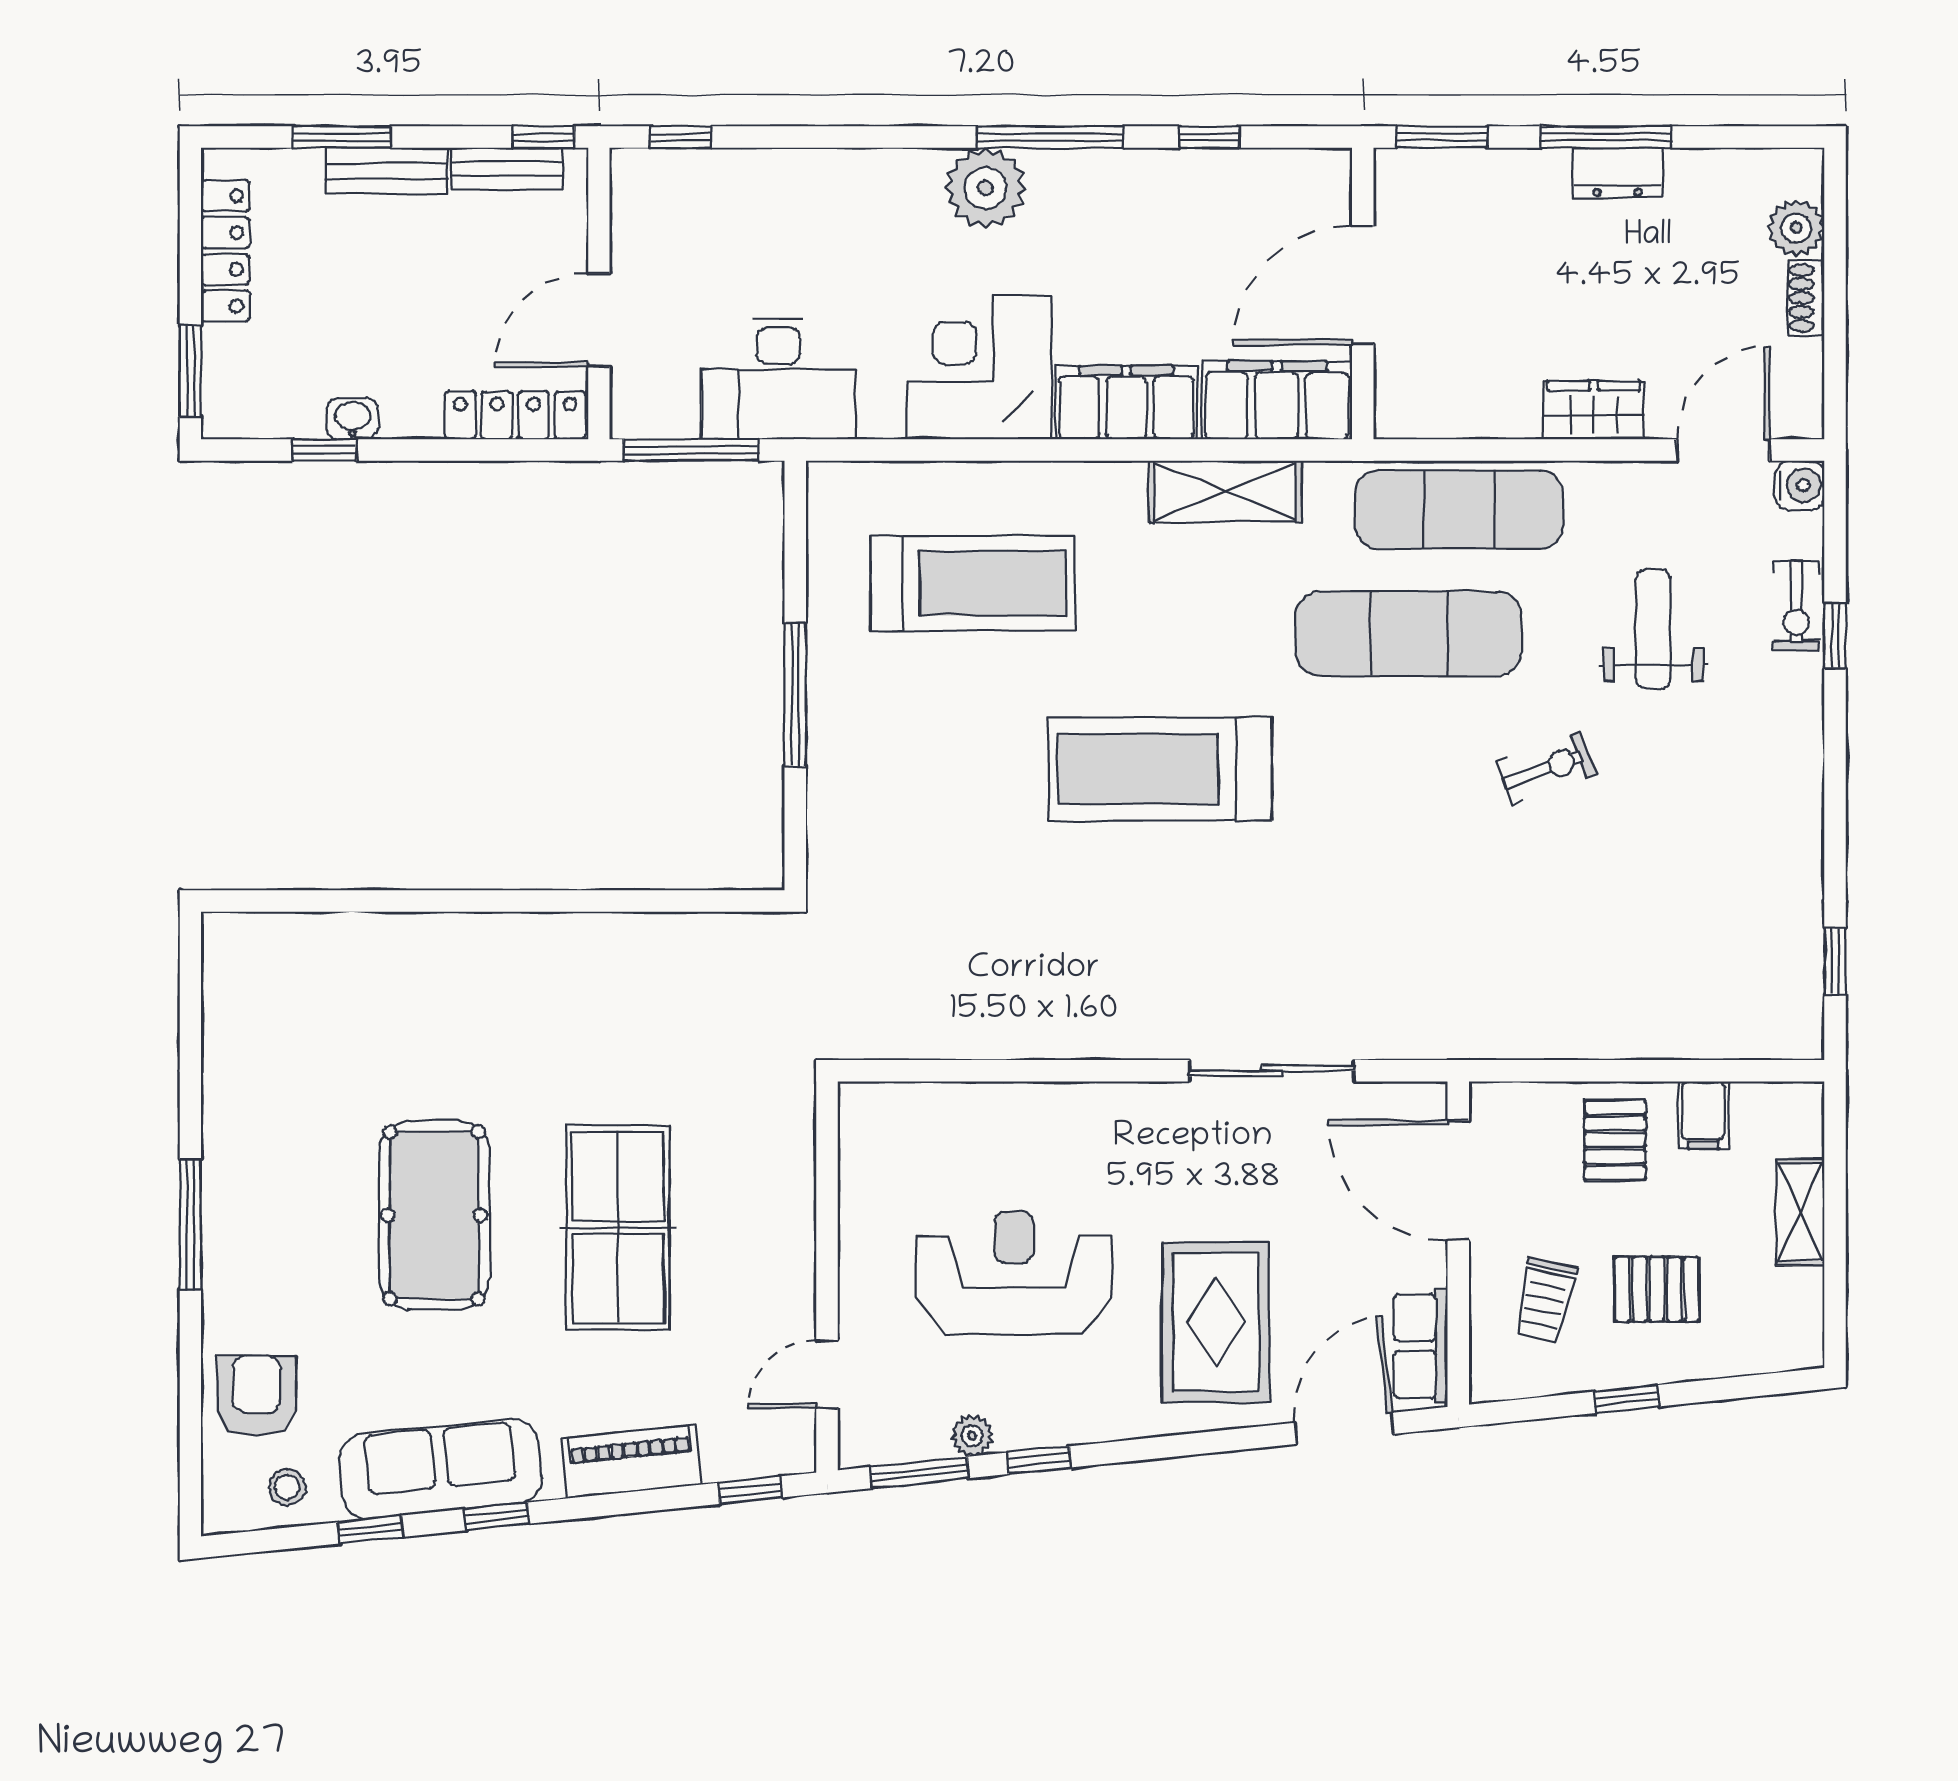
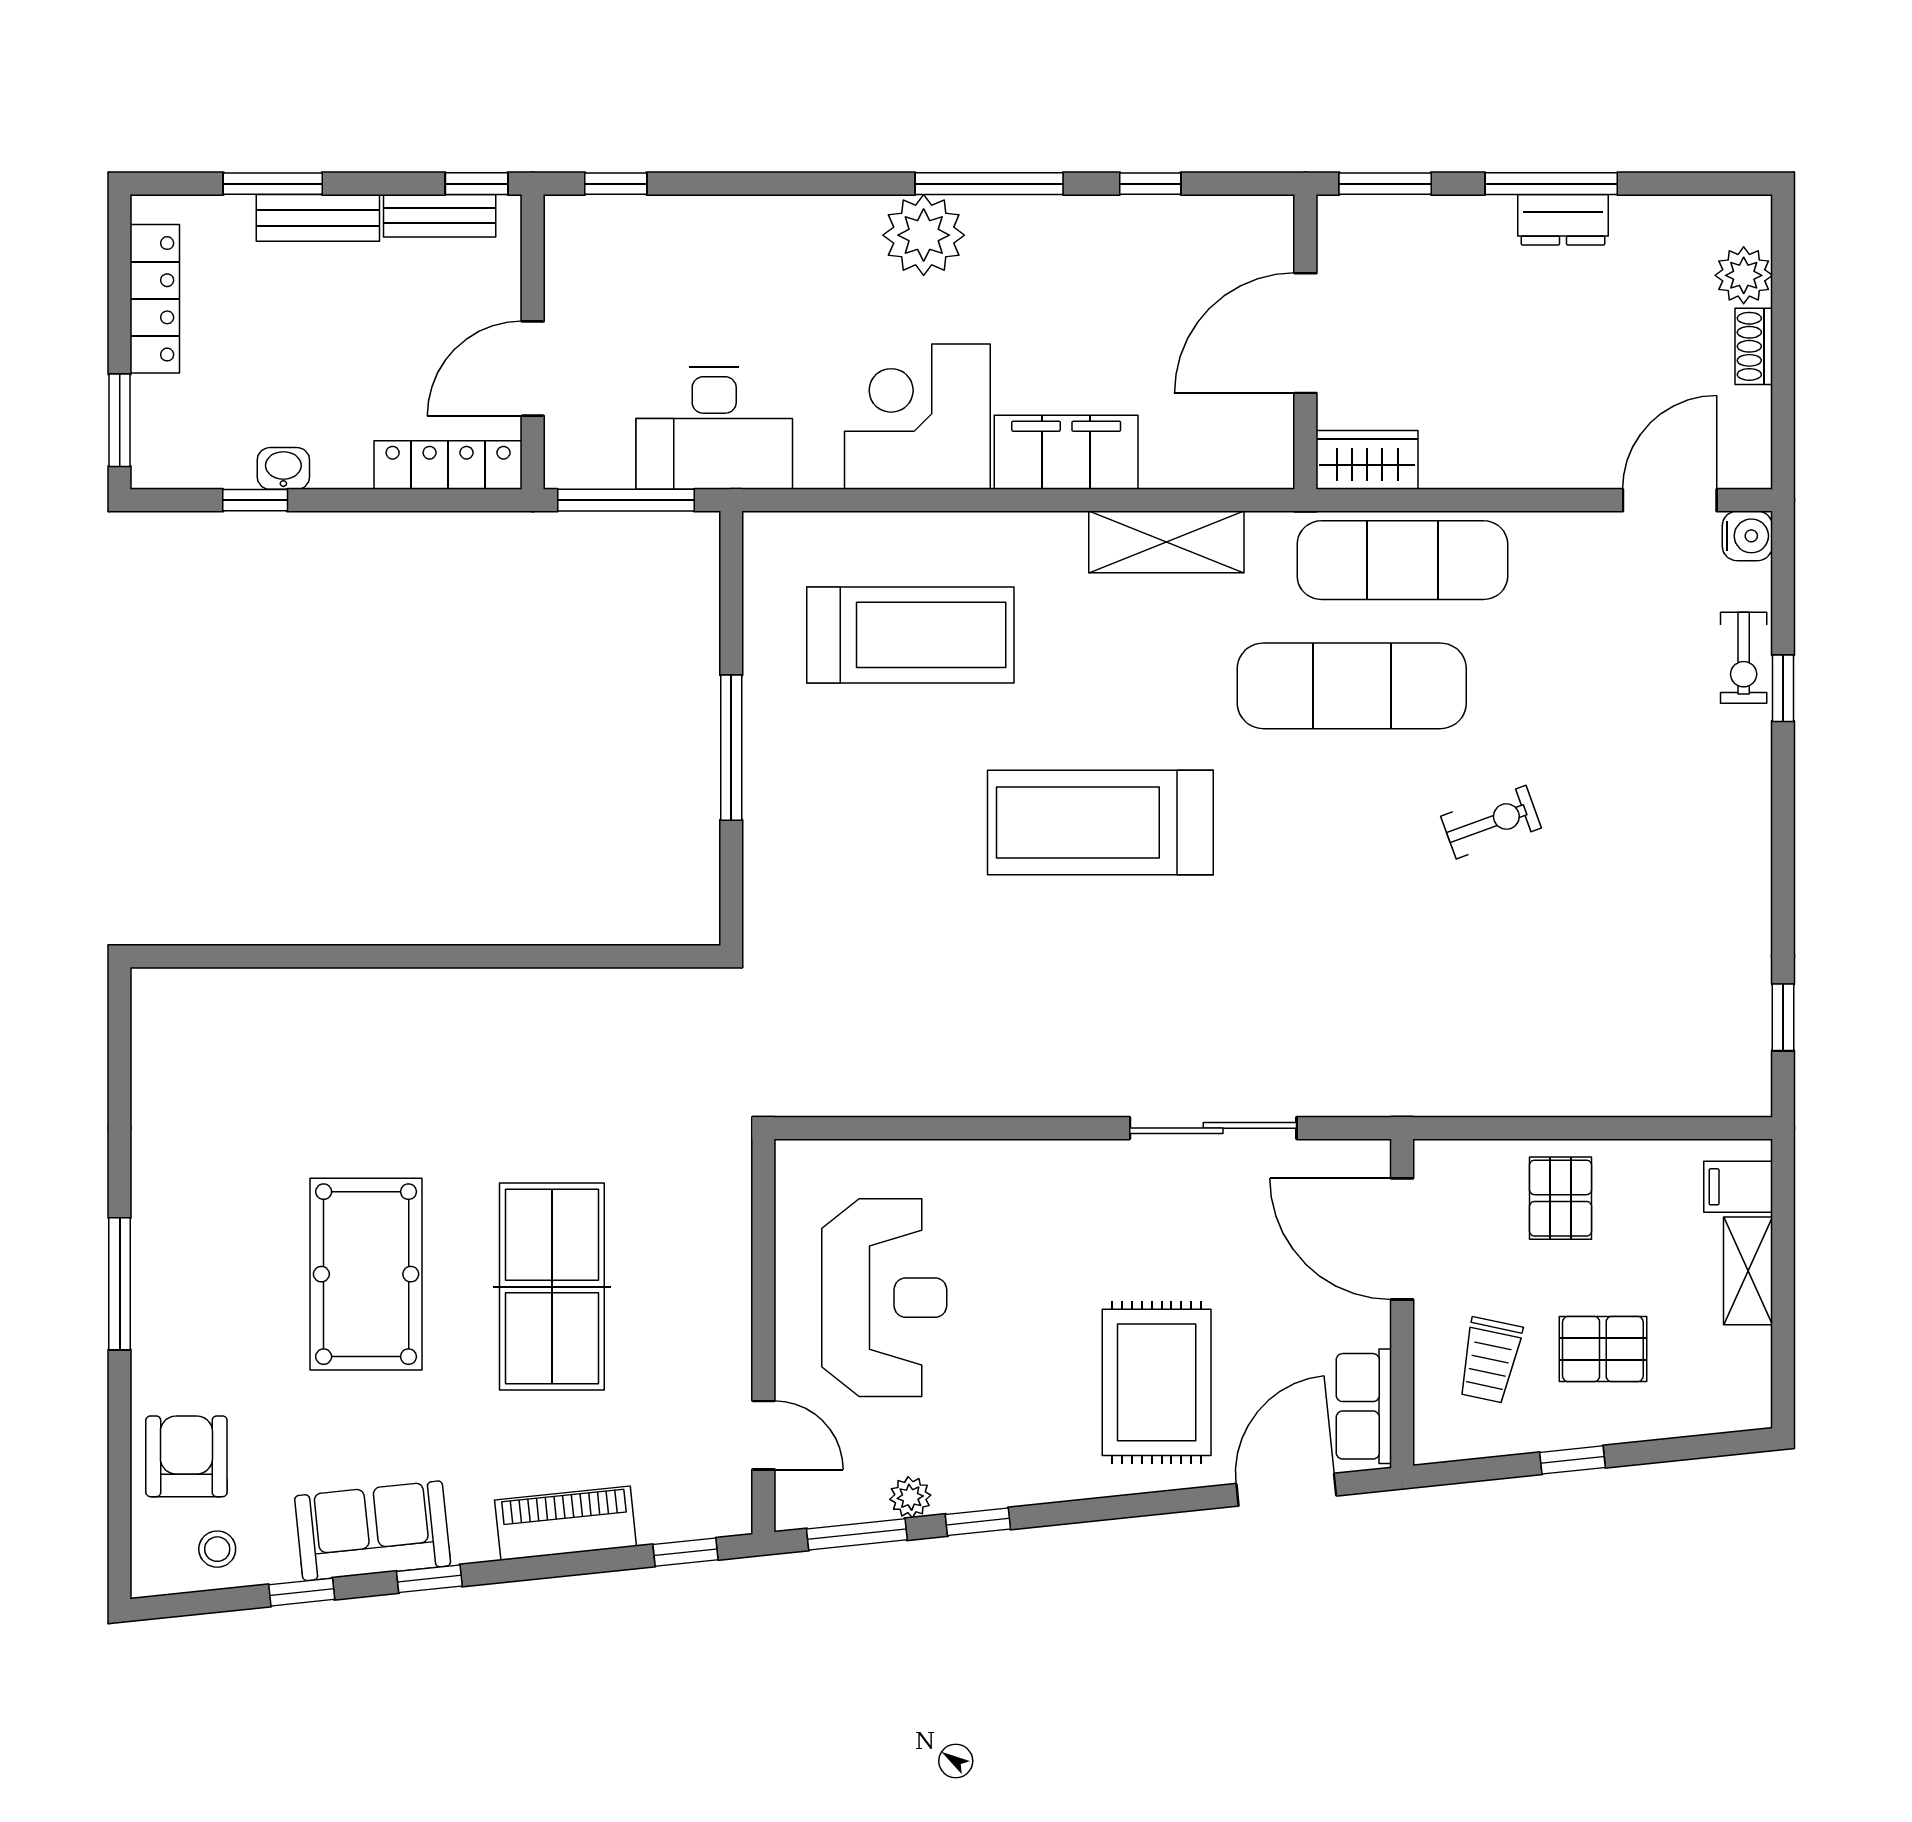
filing cabinet: (1277, 400) -> (1218, 450), removed
wardrobe: (1594, 410) -> (1367, 460), moved
weight bench: (1653, 629) -> (1599, 681), removed
filing cabinet: (1703, 1115) -> (1738, 1187), moved, turned 90
reception desk: (1014, 1273) -> (884, 1298), moved, turned 90
door: (827, 1374) -> (763, 1435), swing flipped
sofa: (441, 1469) -> (373, 1531), width x0.73

